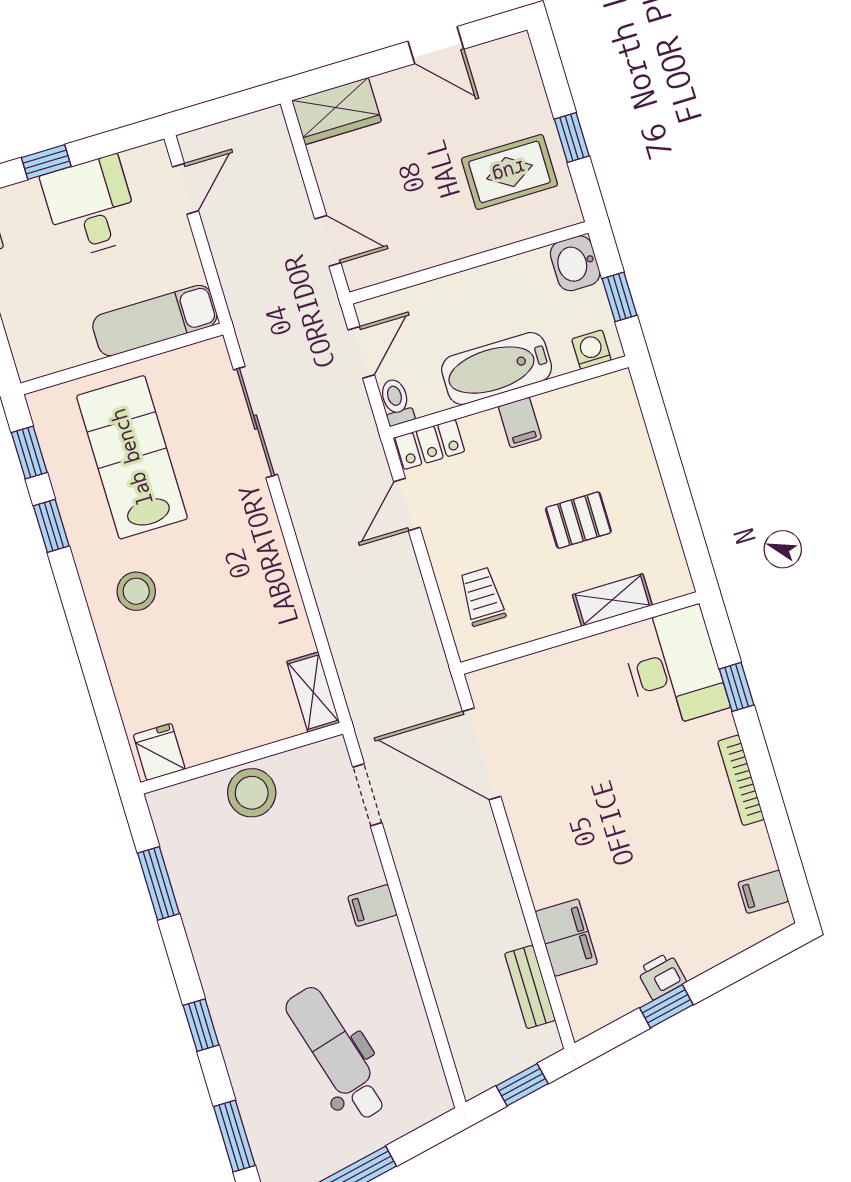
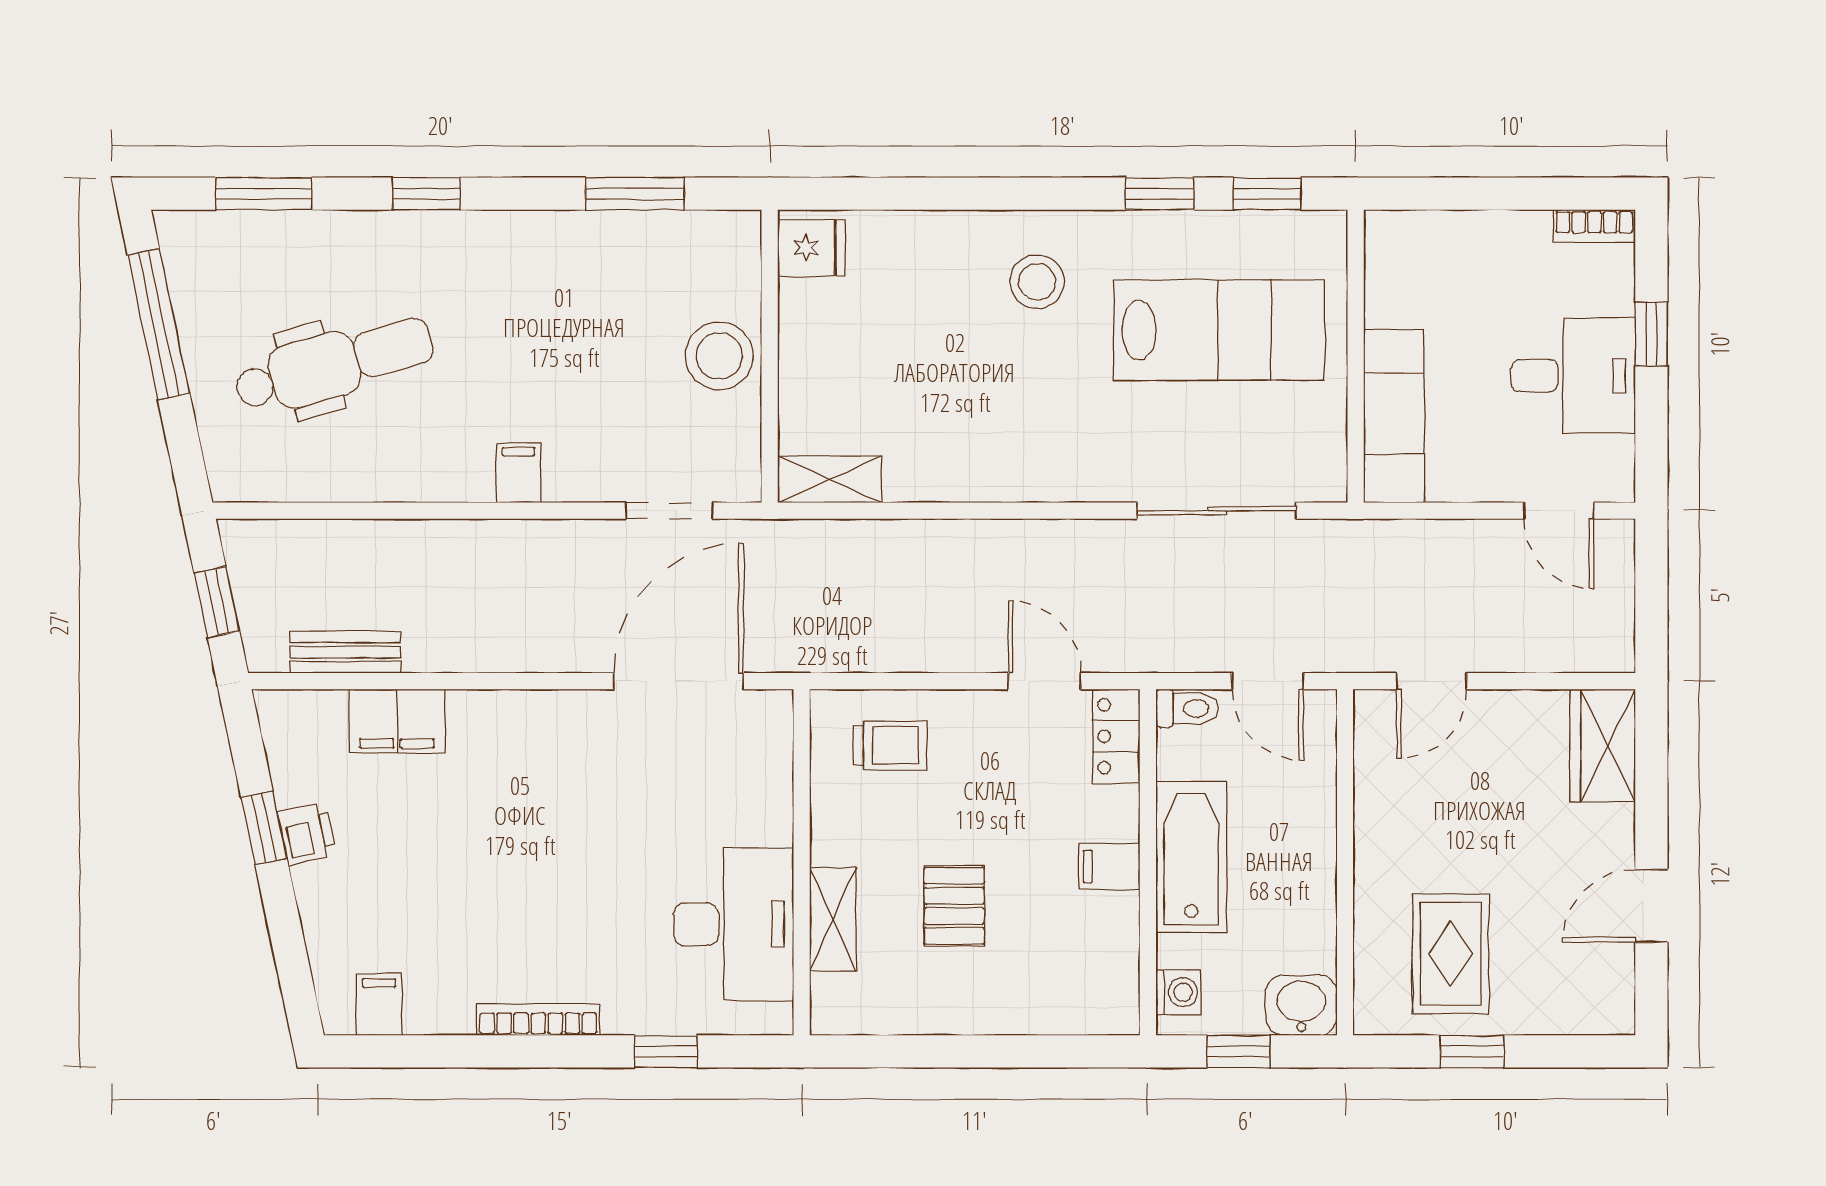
desk: (674, 668) -> (733, 924), moved, turned -90

